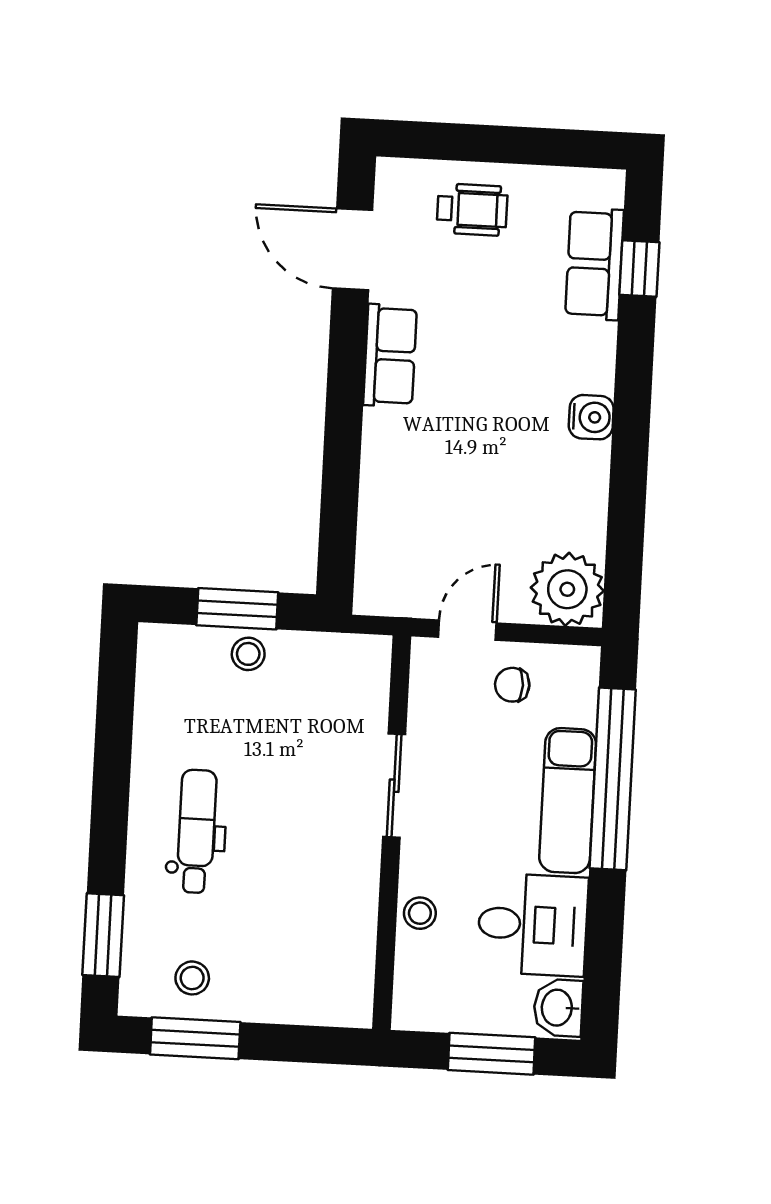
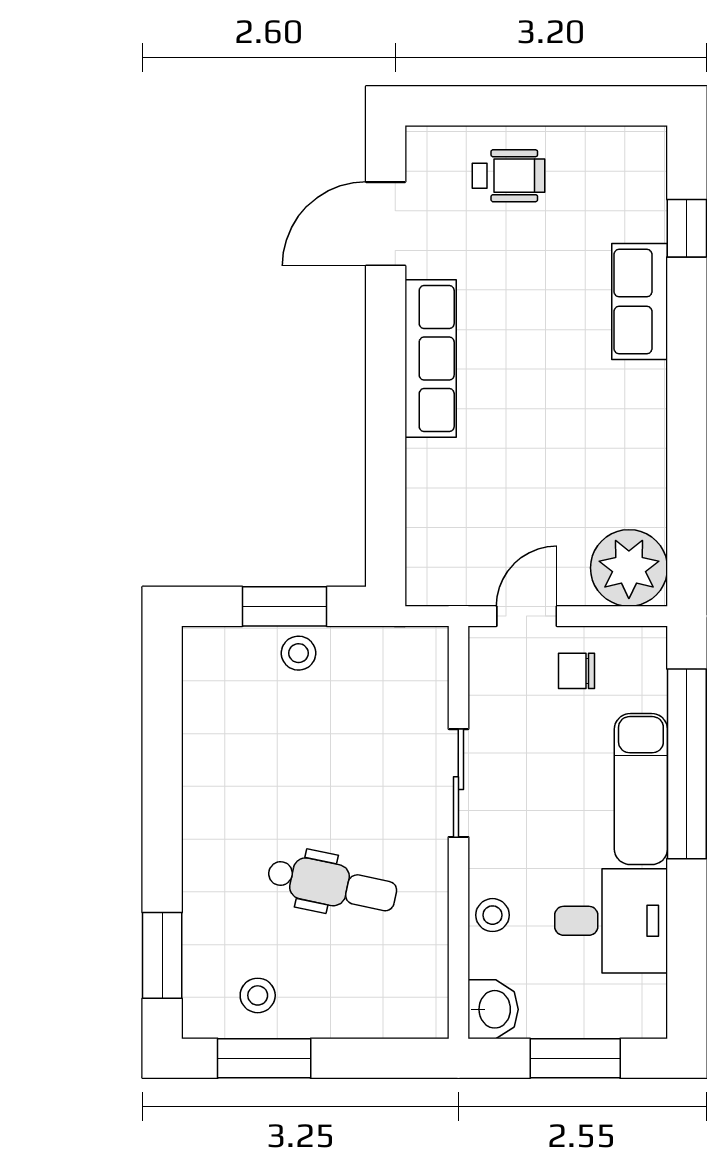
door: (353, 249) -> (386, 224), hinge flipped
row of seats: (594, 264) -> (640, 302), moved
row of seats: (390, 356) -> (431, 359), width x1.48
water cooler: (591, 417) -> (645, 386), removed
dental chair: (197, 831) -> (332, 884), moved, turned 102
washbasin: (558, 1008) -> (493, 1009), moved, turned 180

